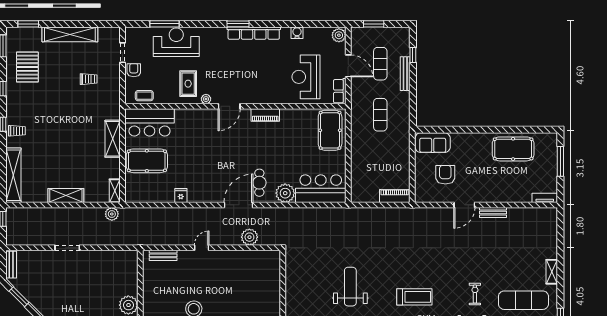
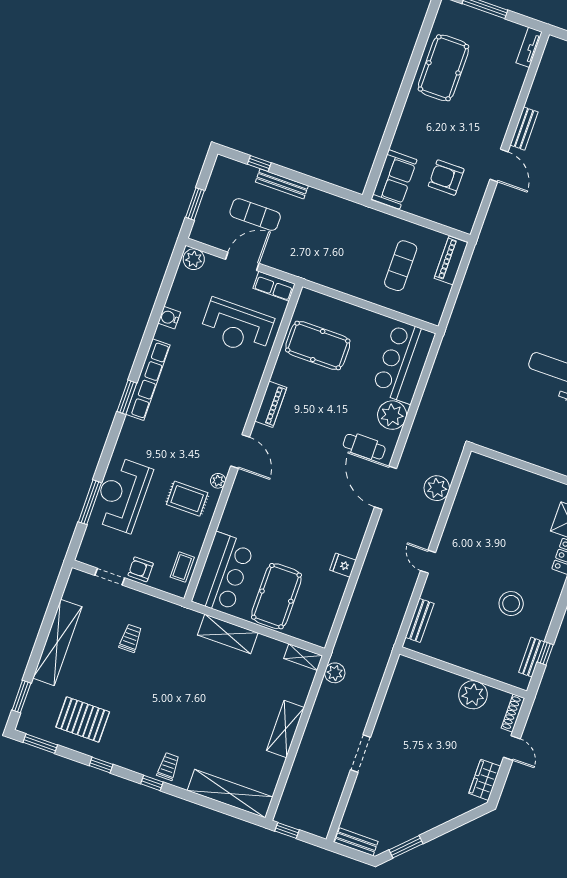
exercise mat: (380, 115) -> (401, 266), moved, turned 90
pool table: (330, 130) -> (318, 345), moved

